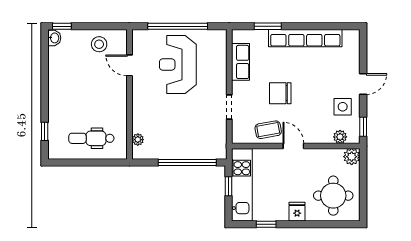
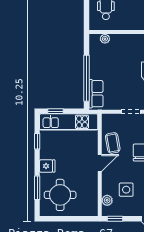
side table: (343, 107) -> (126, 190), moved
row of seats: (207, 151) -> (96, 94), added
plant: (352, 157) -> (91, 210), removed
window: (228, 186) -> (56, 111), moved
window: (324, 224) -> (37, 188), added

